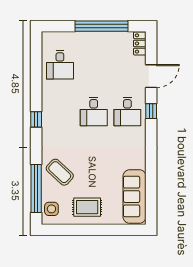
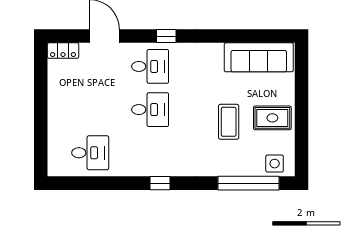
window: (101, 26) -> (41, 100), removed
window: (151, 111) -> (166, 36), moved
coffee table: (60, 172) -> (229, 122), moved, turned -43
rug: (87, 207) -> (272, 118), turned 90

